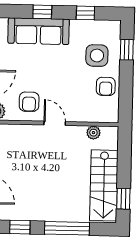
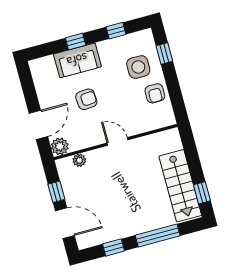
sofa: (39, 31) -> (77, 60), width x0.73
armchair: (29, 102) -> (86, 99), moved, turned -94
plant: (93, 133) -> (79, 160), moved

